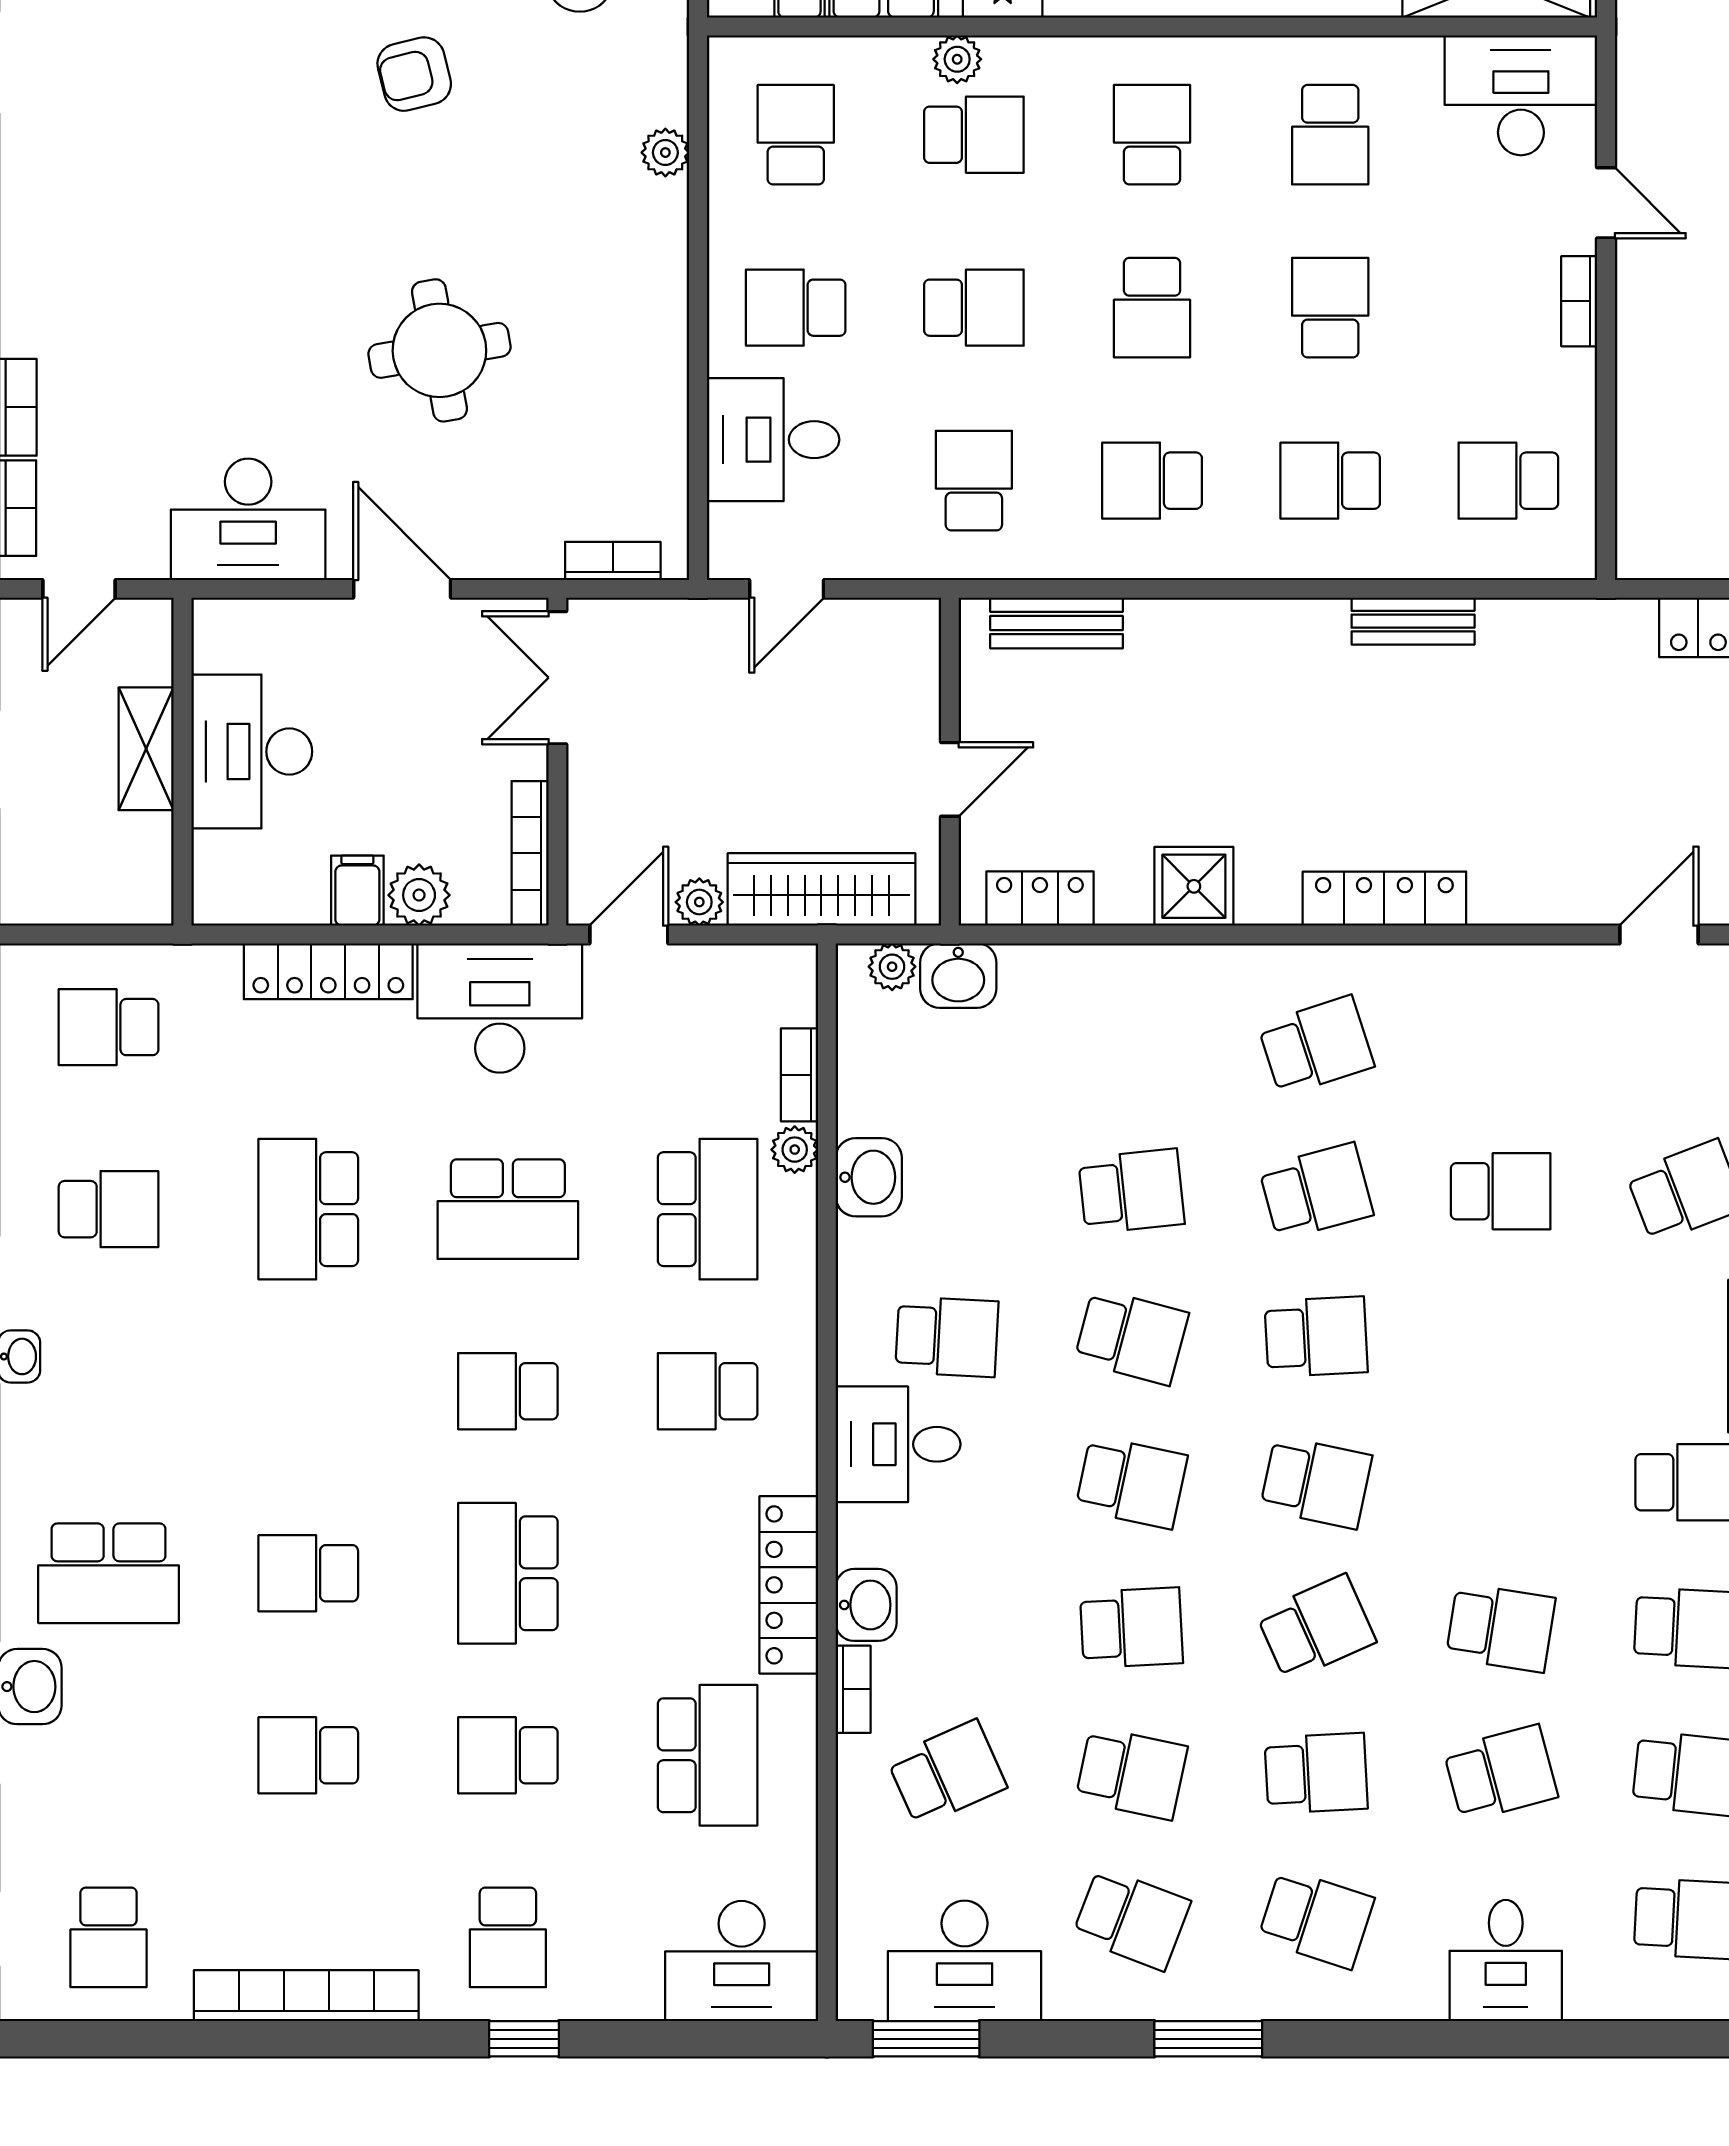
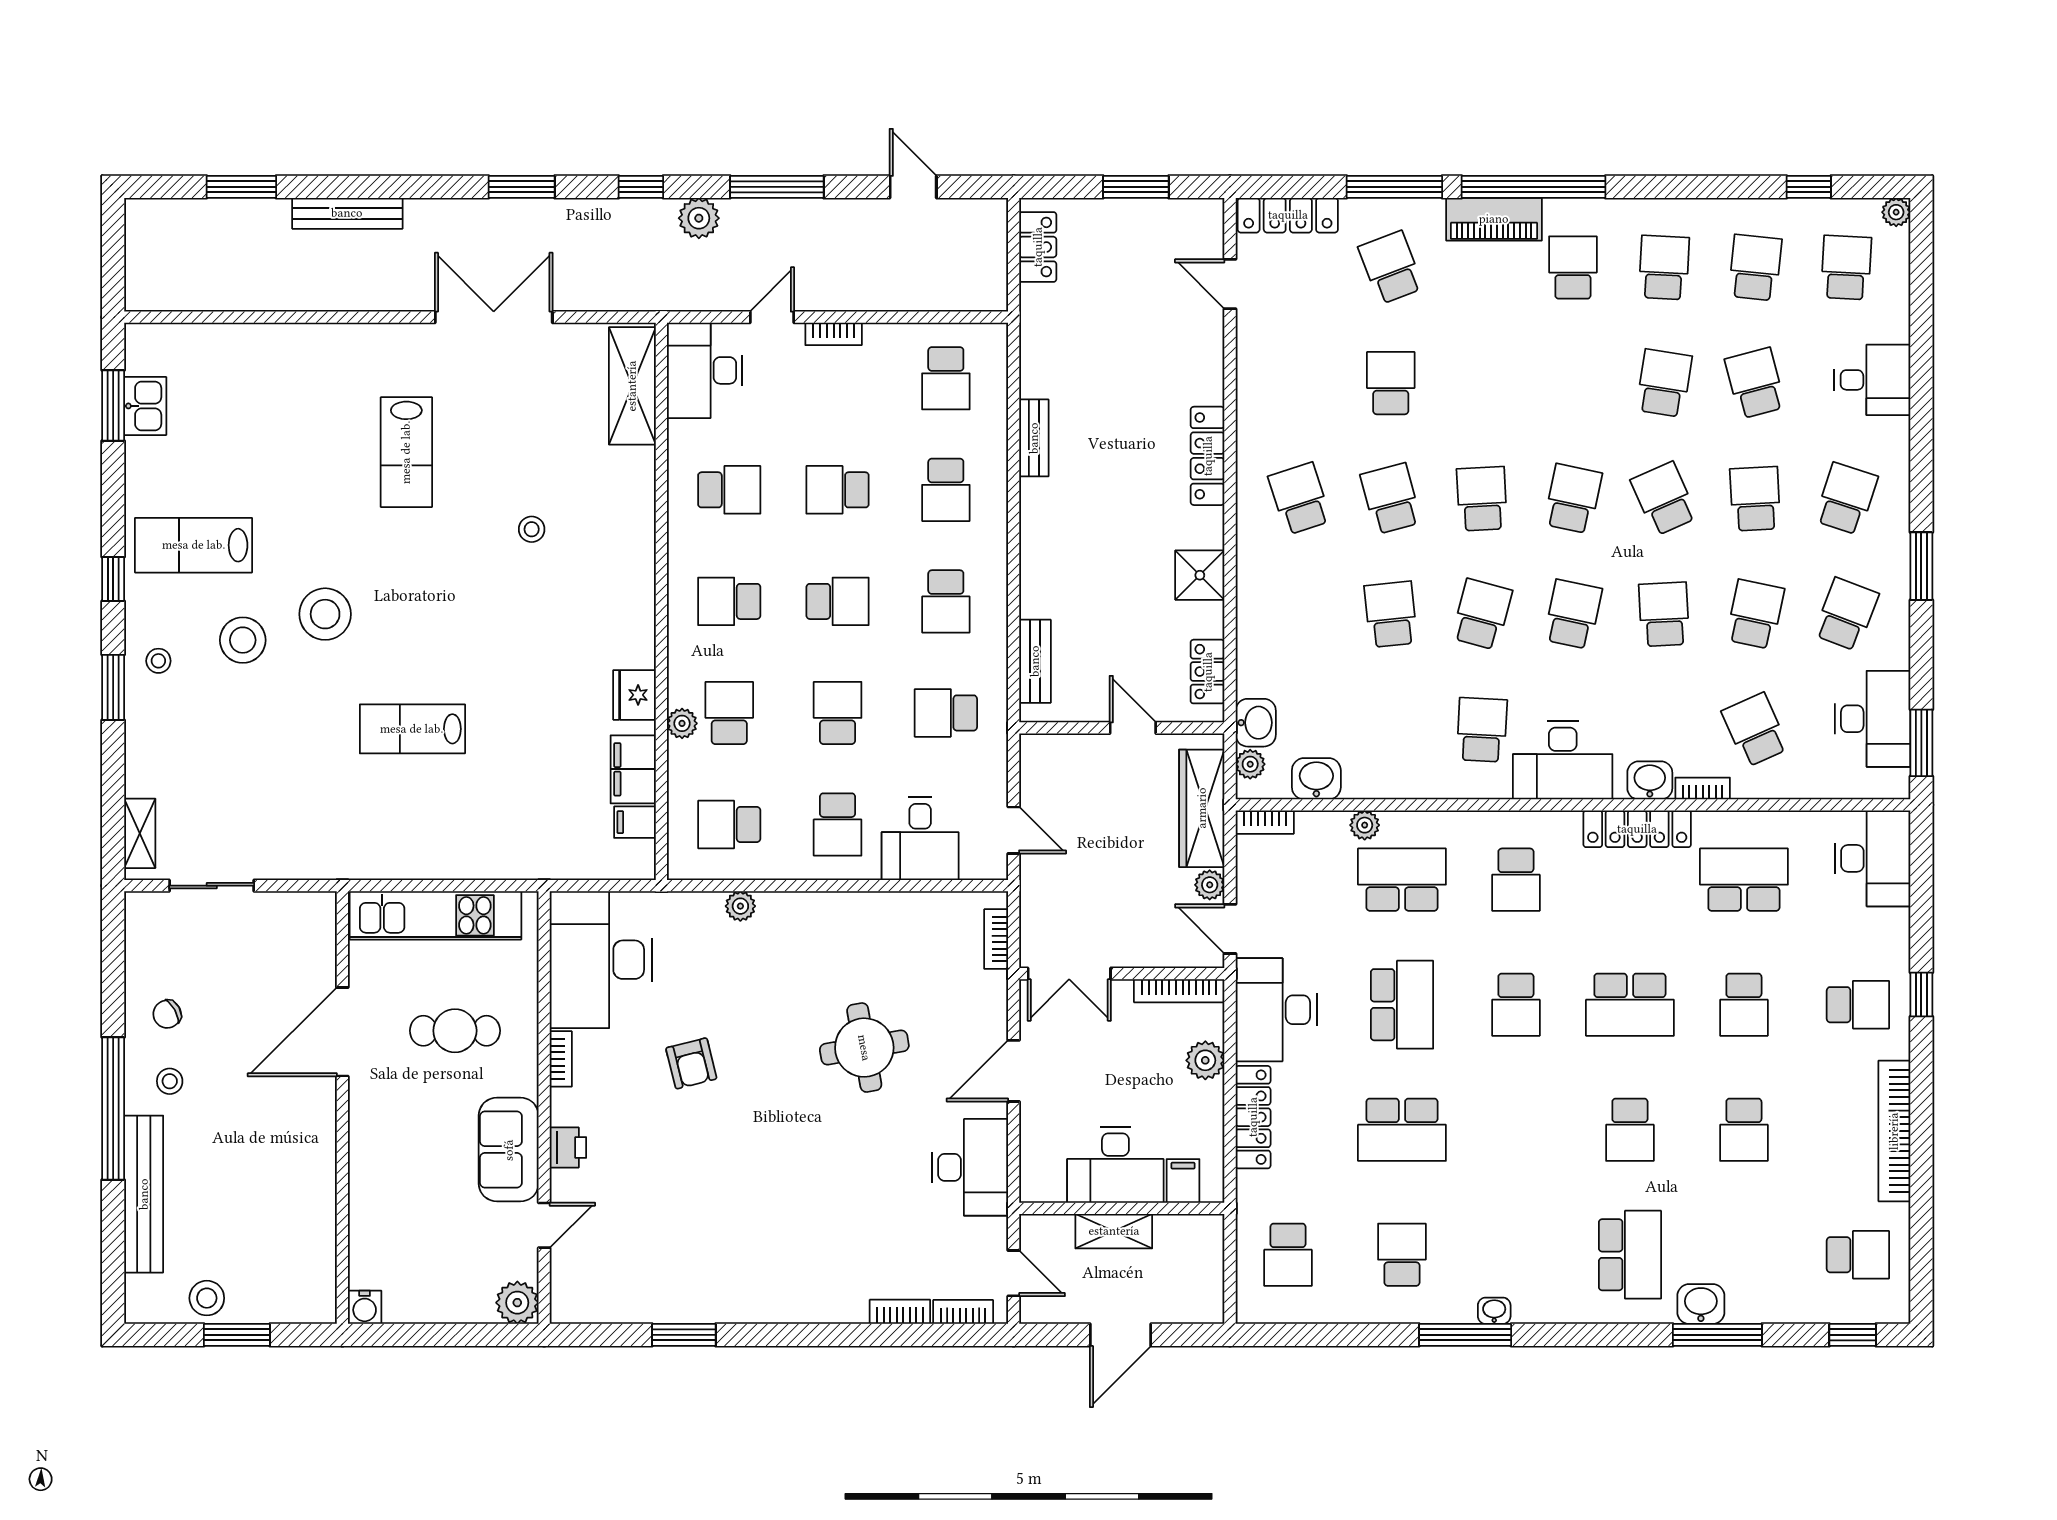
filing cabinet: (357, 891) -> (1183, 1181), moved, turned 90
bookcase: (799, 1075) -> (1265, 822), moved
washbasin: (869, 1177) -> (1316, 779), moved
desk: (898, 1444) -> (1563, 760), width x1.37

